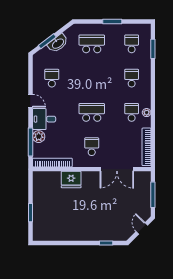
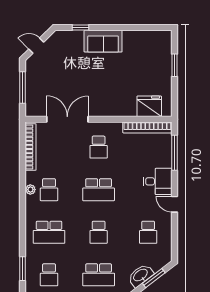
school desk: (92, 78) -> (99, 232), added
school desk: (132, 78) -> (49, 232), width x1.85
plant: (39, 137) -> (164, 160), removed
fridge: (71, 180) -> (149, 106), moved
door: (142, 228) -> (36, 46), swing flipped
sofa: (88, 232) -> (103, 41), added

